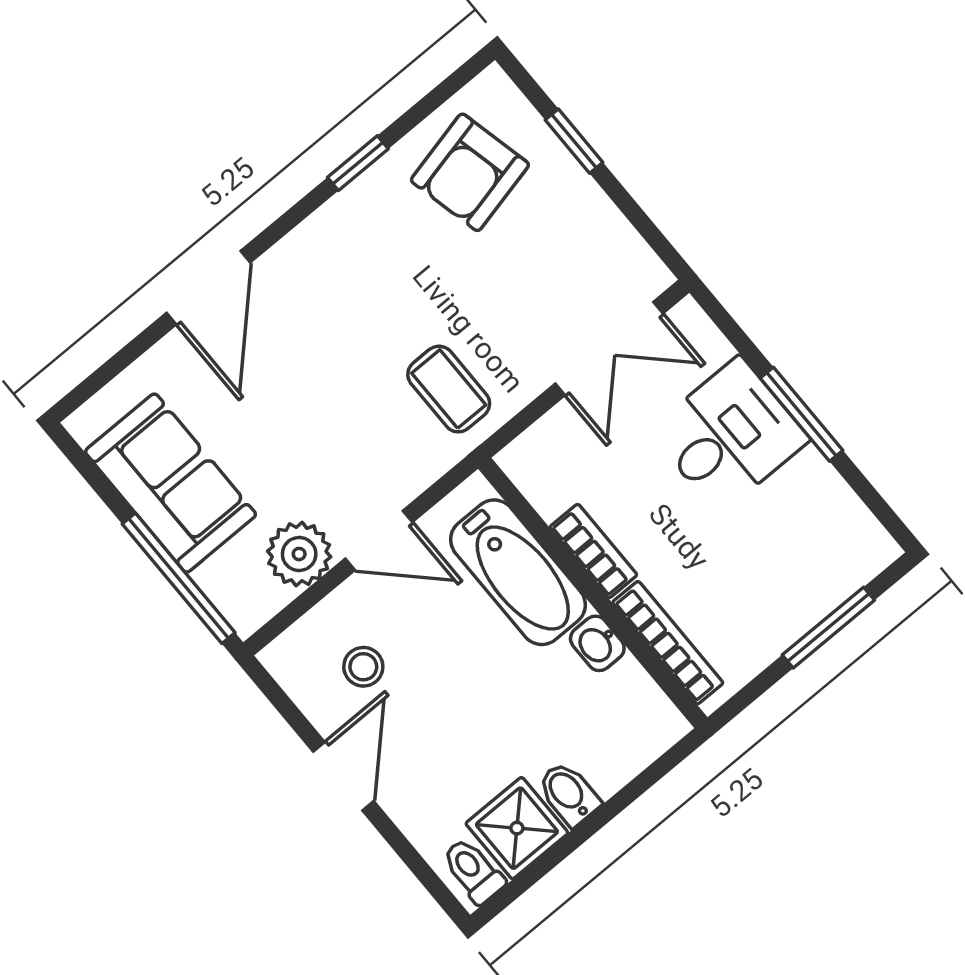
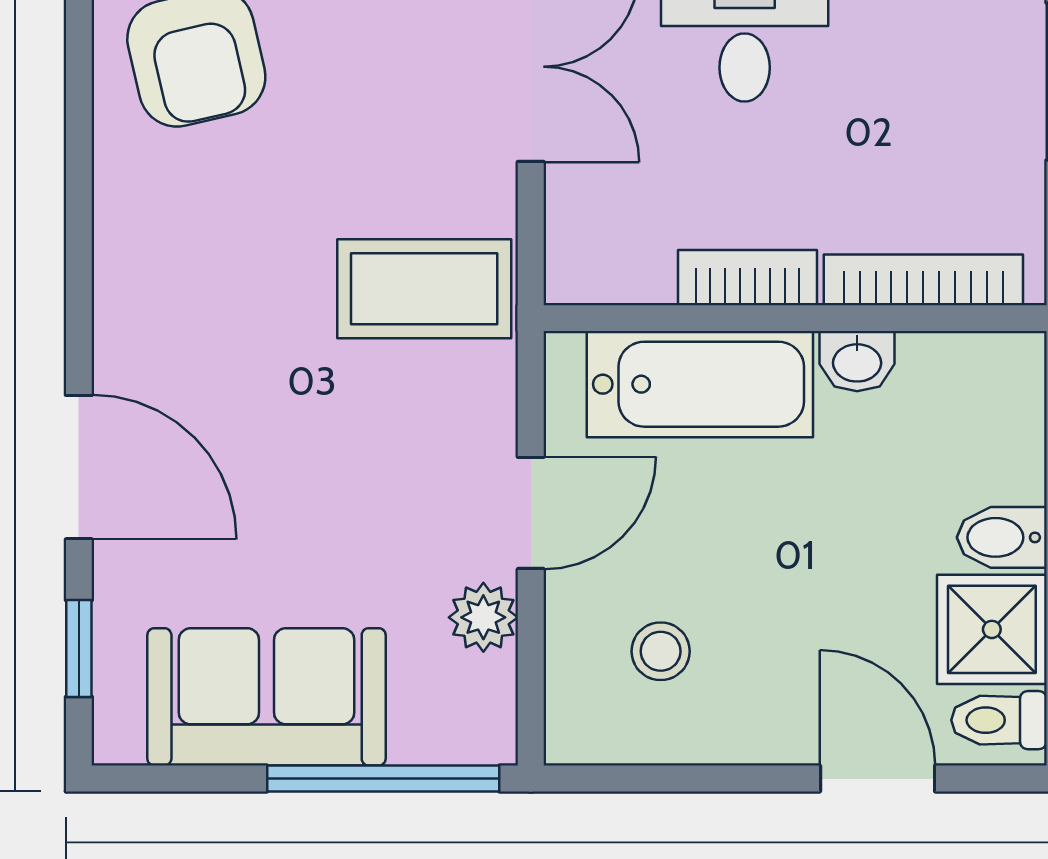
window: (358, 163) -> (79, 648), moved
coffee table: (449, 389) -> (424, 289), width x1.36, depth x1.30
plant: (299, 554) -> (483, 617), width x0.73, depth x0.73
door: (344, 776) -> (878, 779), moved

